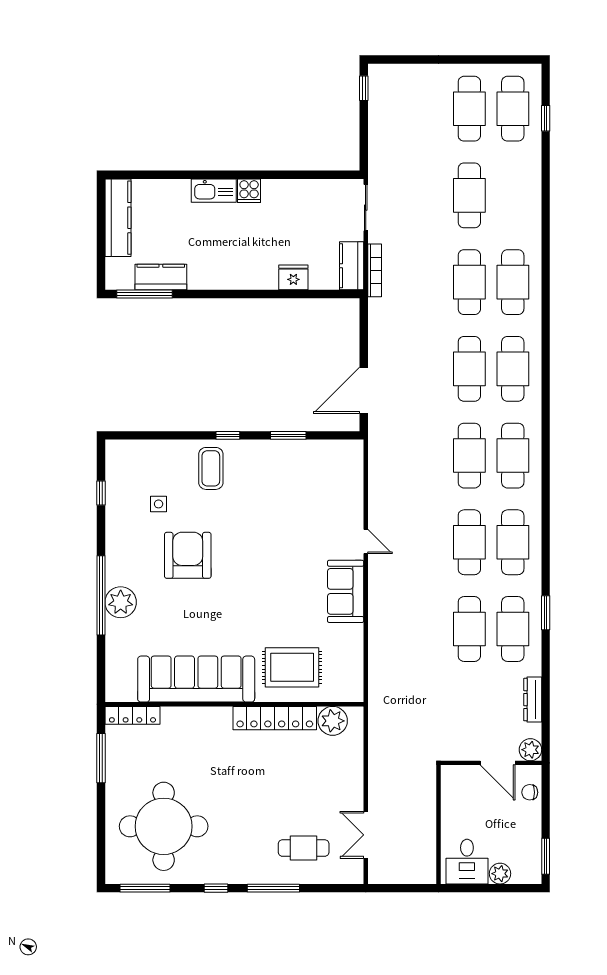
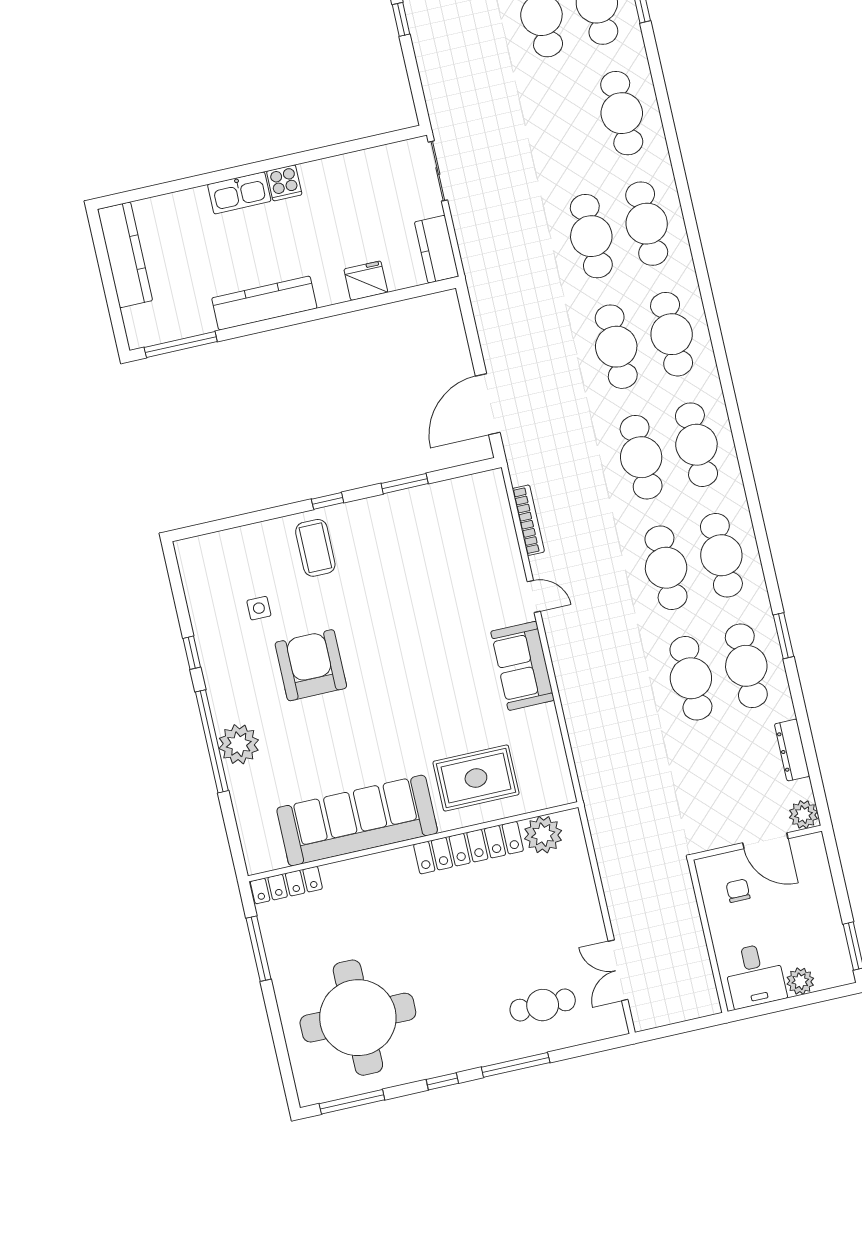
cafe table: (469, 195) -> (622, 113), moved
bookcase: (375, 270) -> (528, 520), moved
kitchen counter: (161, 277) -> (264, 303), moved, width x1.50
window: (101, 493) -> (192, 653), moved
chair: (530, 792) -> (738, 891), moved, turned 90

